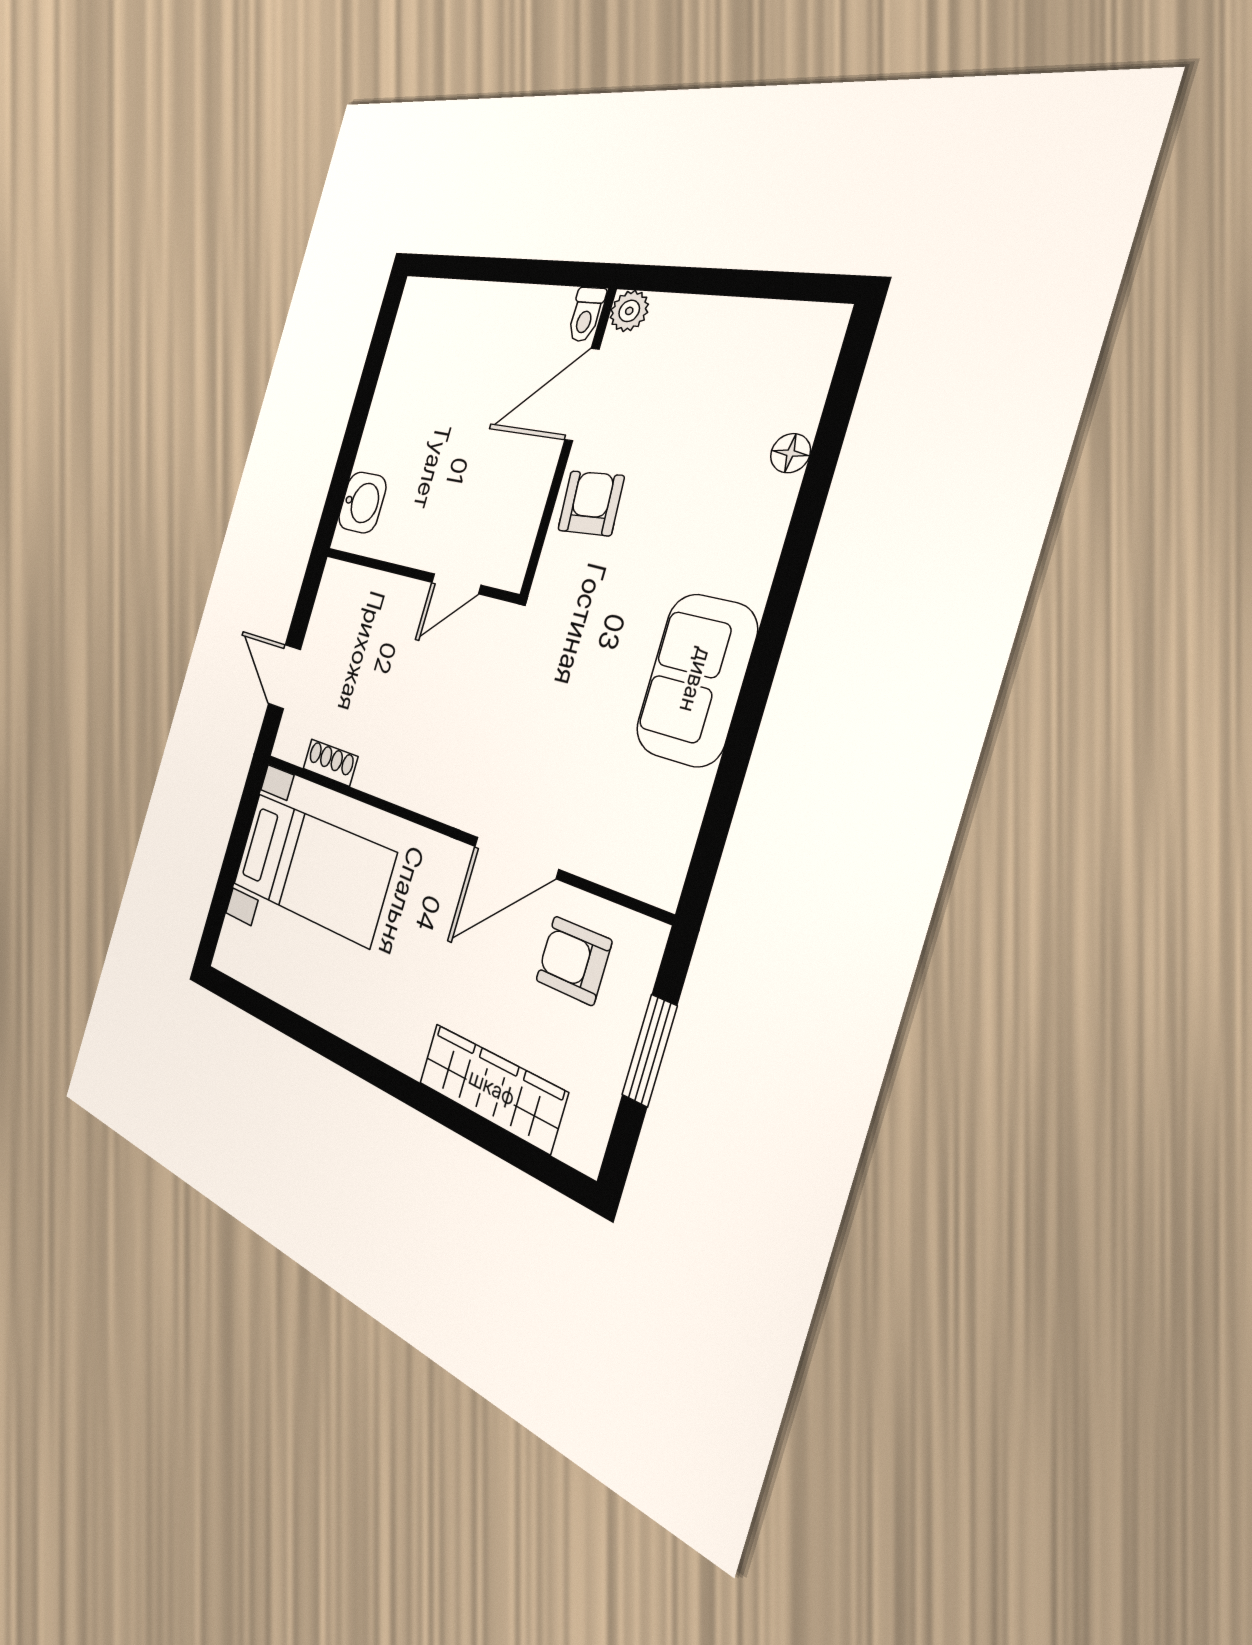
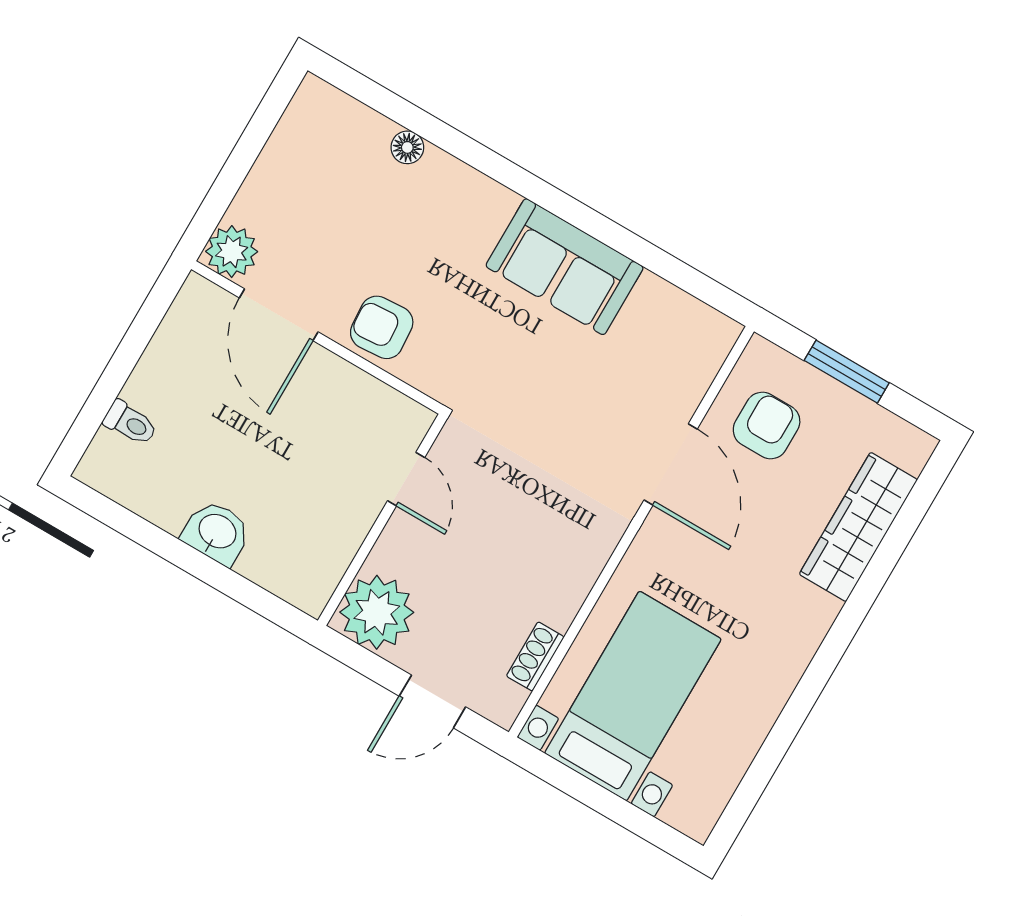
plant: (629, 311) -> (232, 252), width x1.38, depth x1.38
toilet: (586, 314) -> (130, 423), moved
washbasin: (362, 502) -> (217, 532), moved
plant: (344, 599) -> (377, 612), added
armchair: (574, 961) -> (767, 426), turned 180

